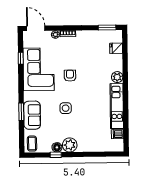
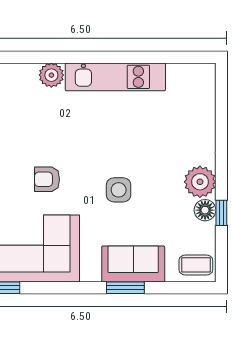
dishwasher: (117, 134) -> (177, 76), removed

